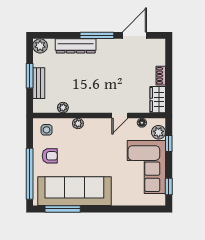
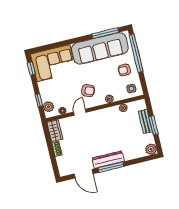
door: (134, 35) -> (83, 174), hinge flipped
dresser: (76, 46) -> (108, 160), moved
armchair: (103, 141) -> (88, 91), added
corner sofa: (146, 167) -> (53, 63), moved, turned 90

